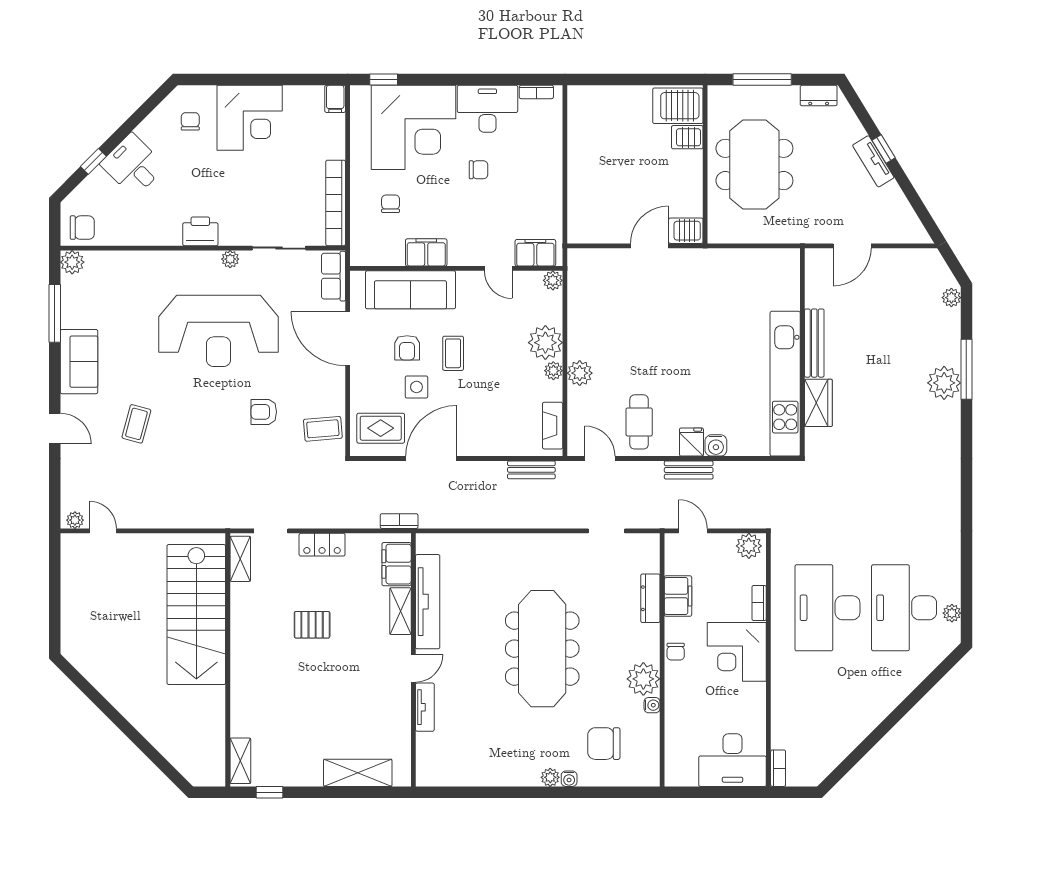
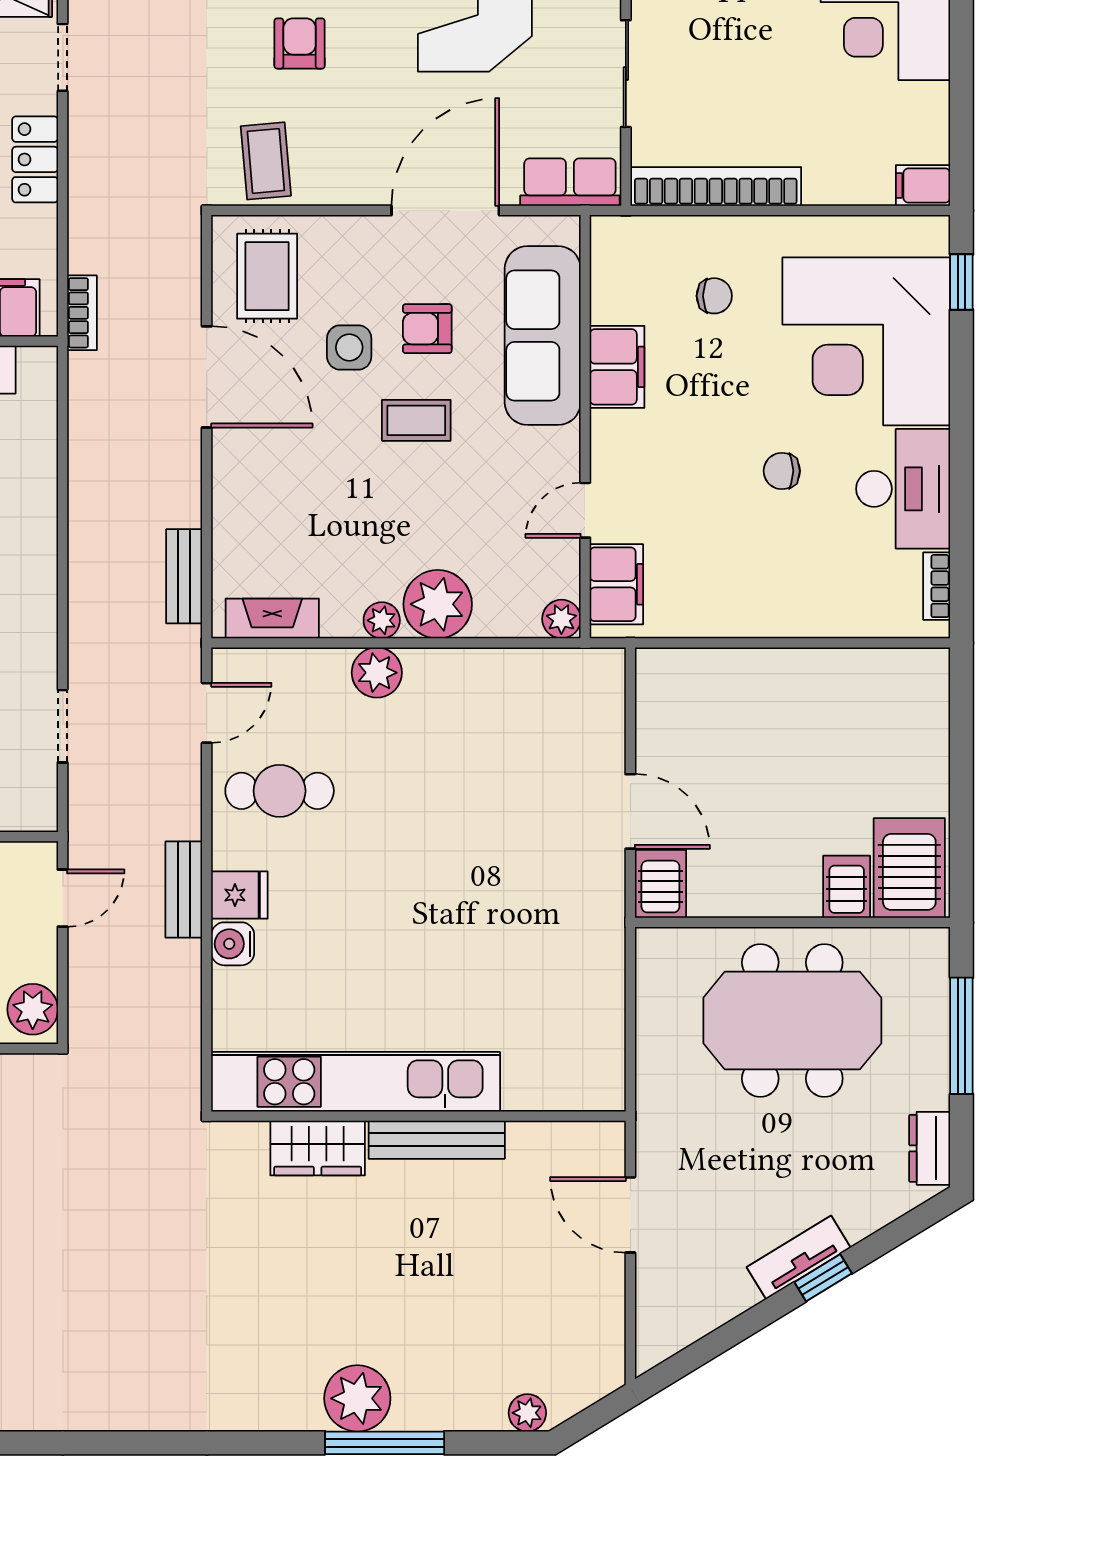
chair: (479, 170) -> (782, 471), turned 90

